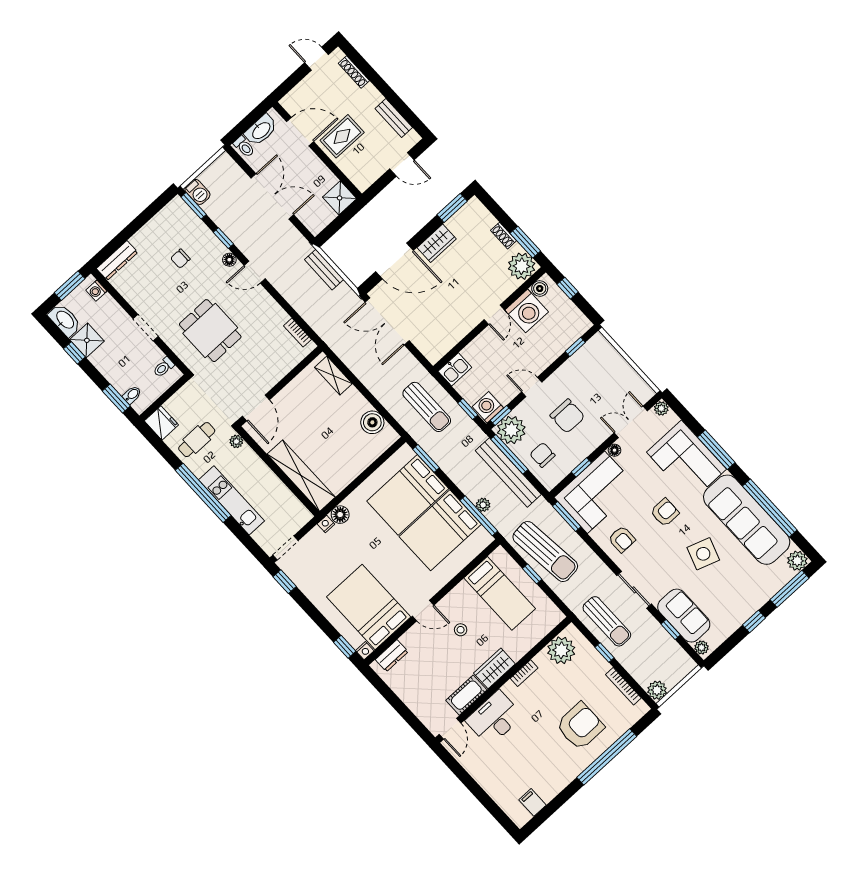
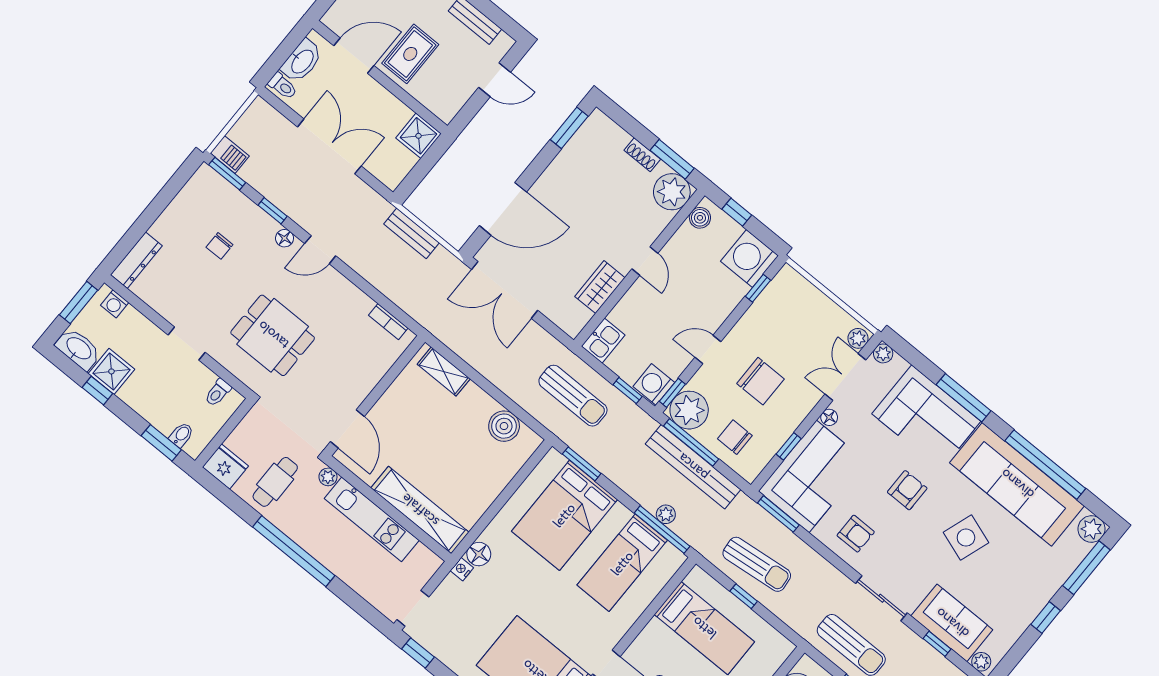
wardrobe: (437, 243) -> (600, 287), moved, turned 180
washing machine: (527, 311) -> (749, 258), moved, turned 180
plant: (644, 395) -> (858, 338), added
kitchen unit: (232, 500) -> (372, 519), moved, turned 180
bed: (440, 530) -> (622, 563), width x0.67
sun lounger: (545, 552) -> (757, 564), width x0.73, depth x0.75

